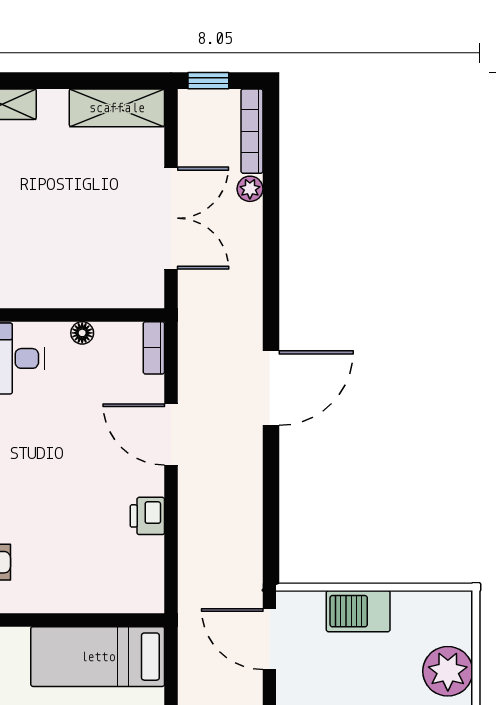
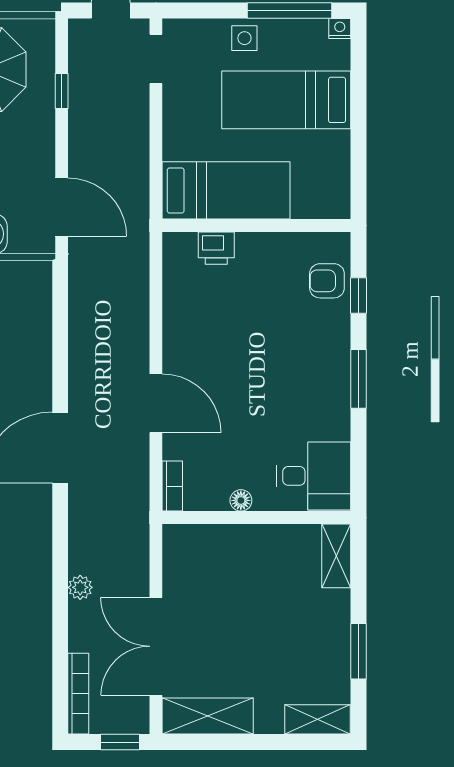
plant: (250, 189) -> (80, 587), moved
double door: (171, 218) -> (156, 646), moved
printer: (147, 516) -> (216, 248), moved, turned 90

